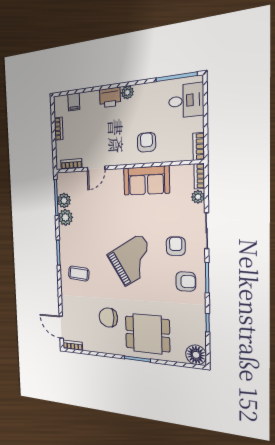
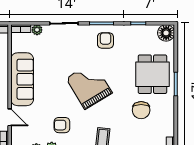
sofa: (146, 181) -> (22, 79), width x1.36
armchair: (176, 246) -> (62, 125), moved

